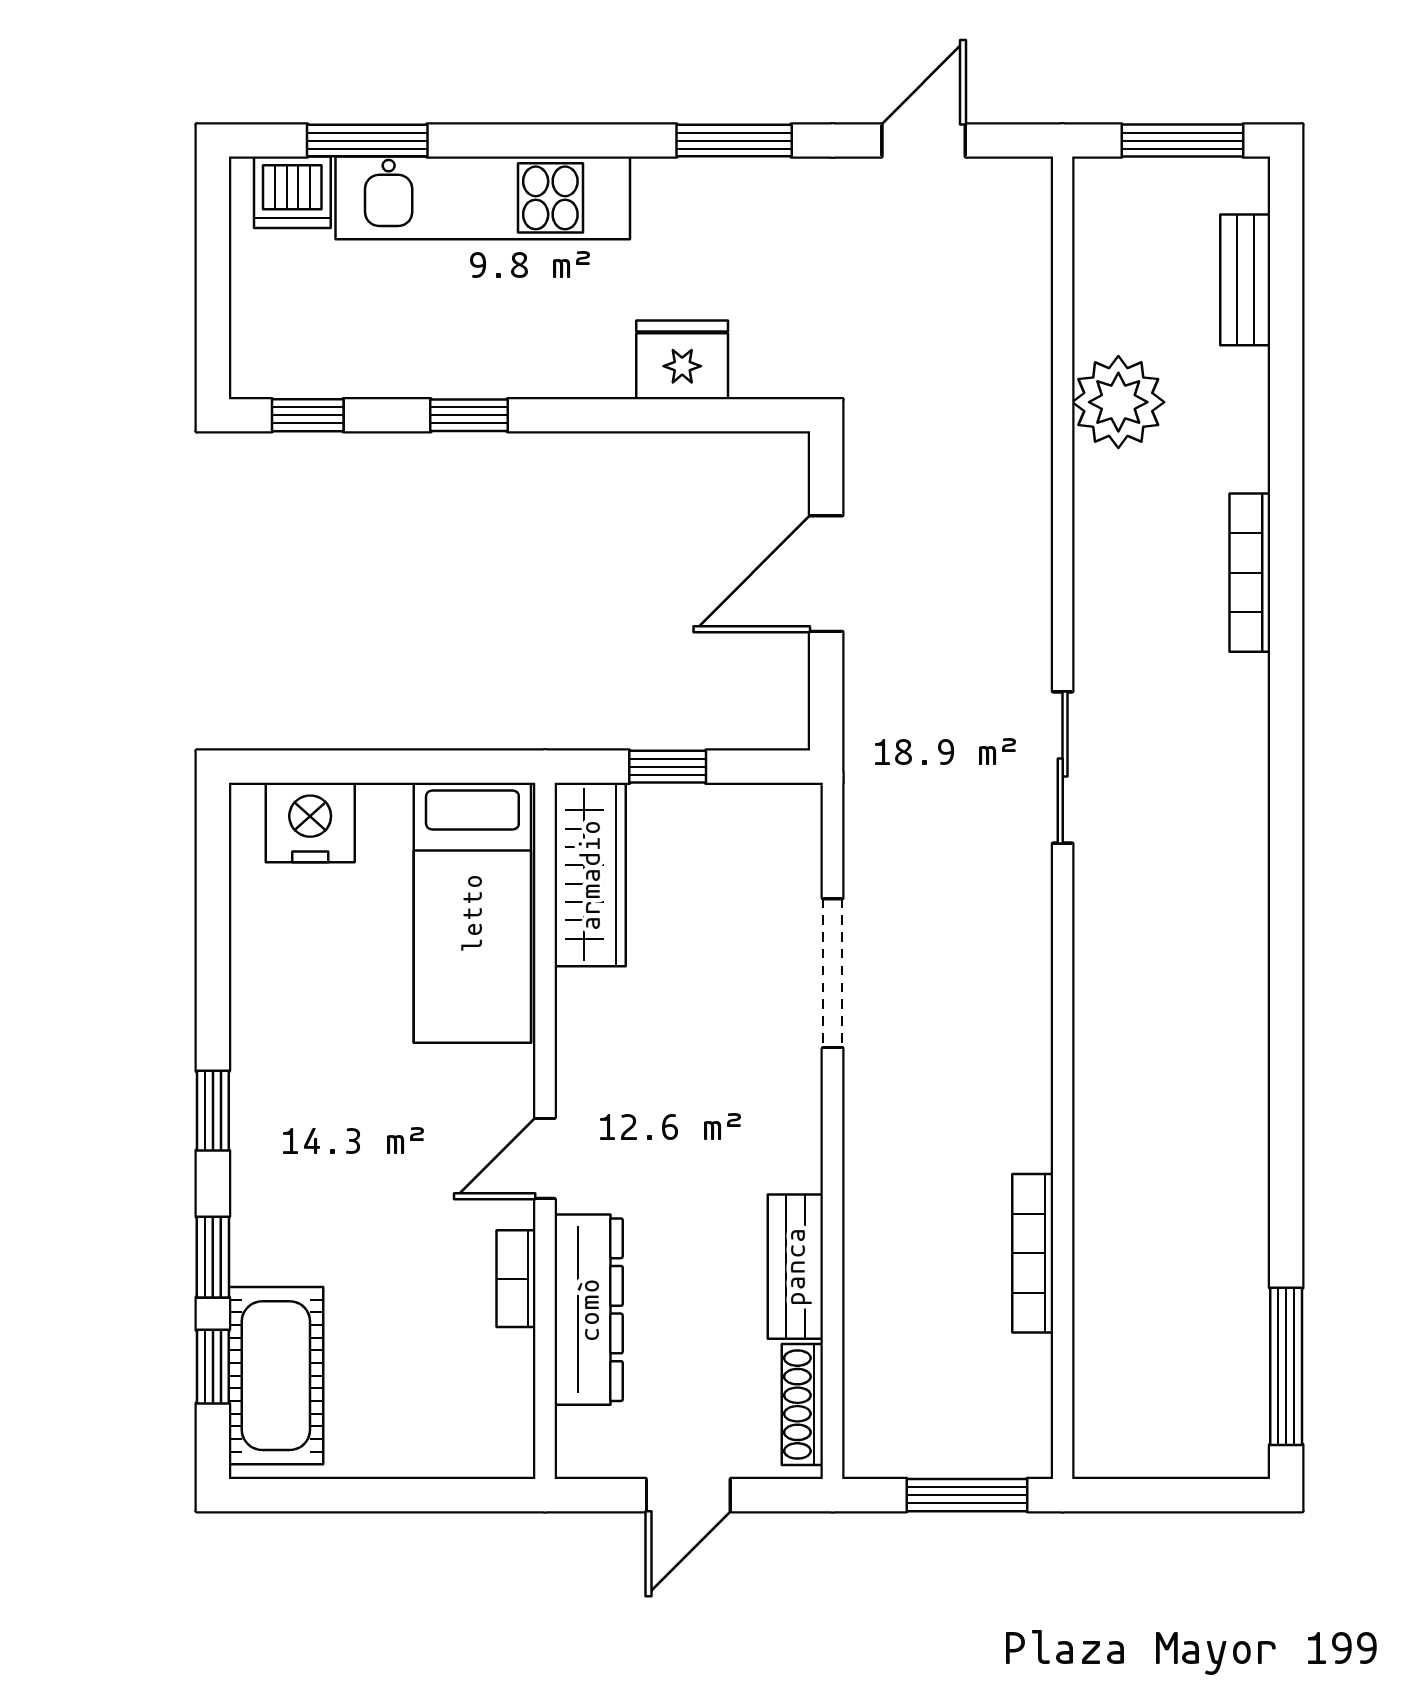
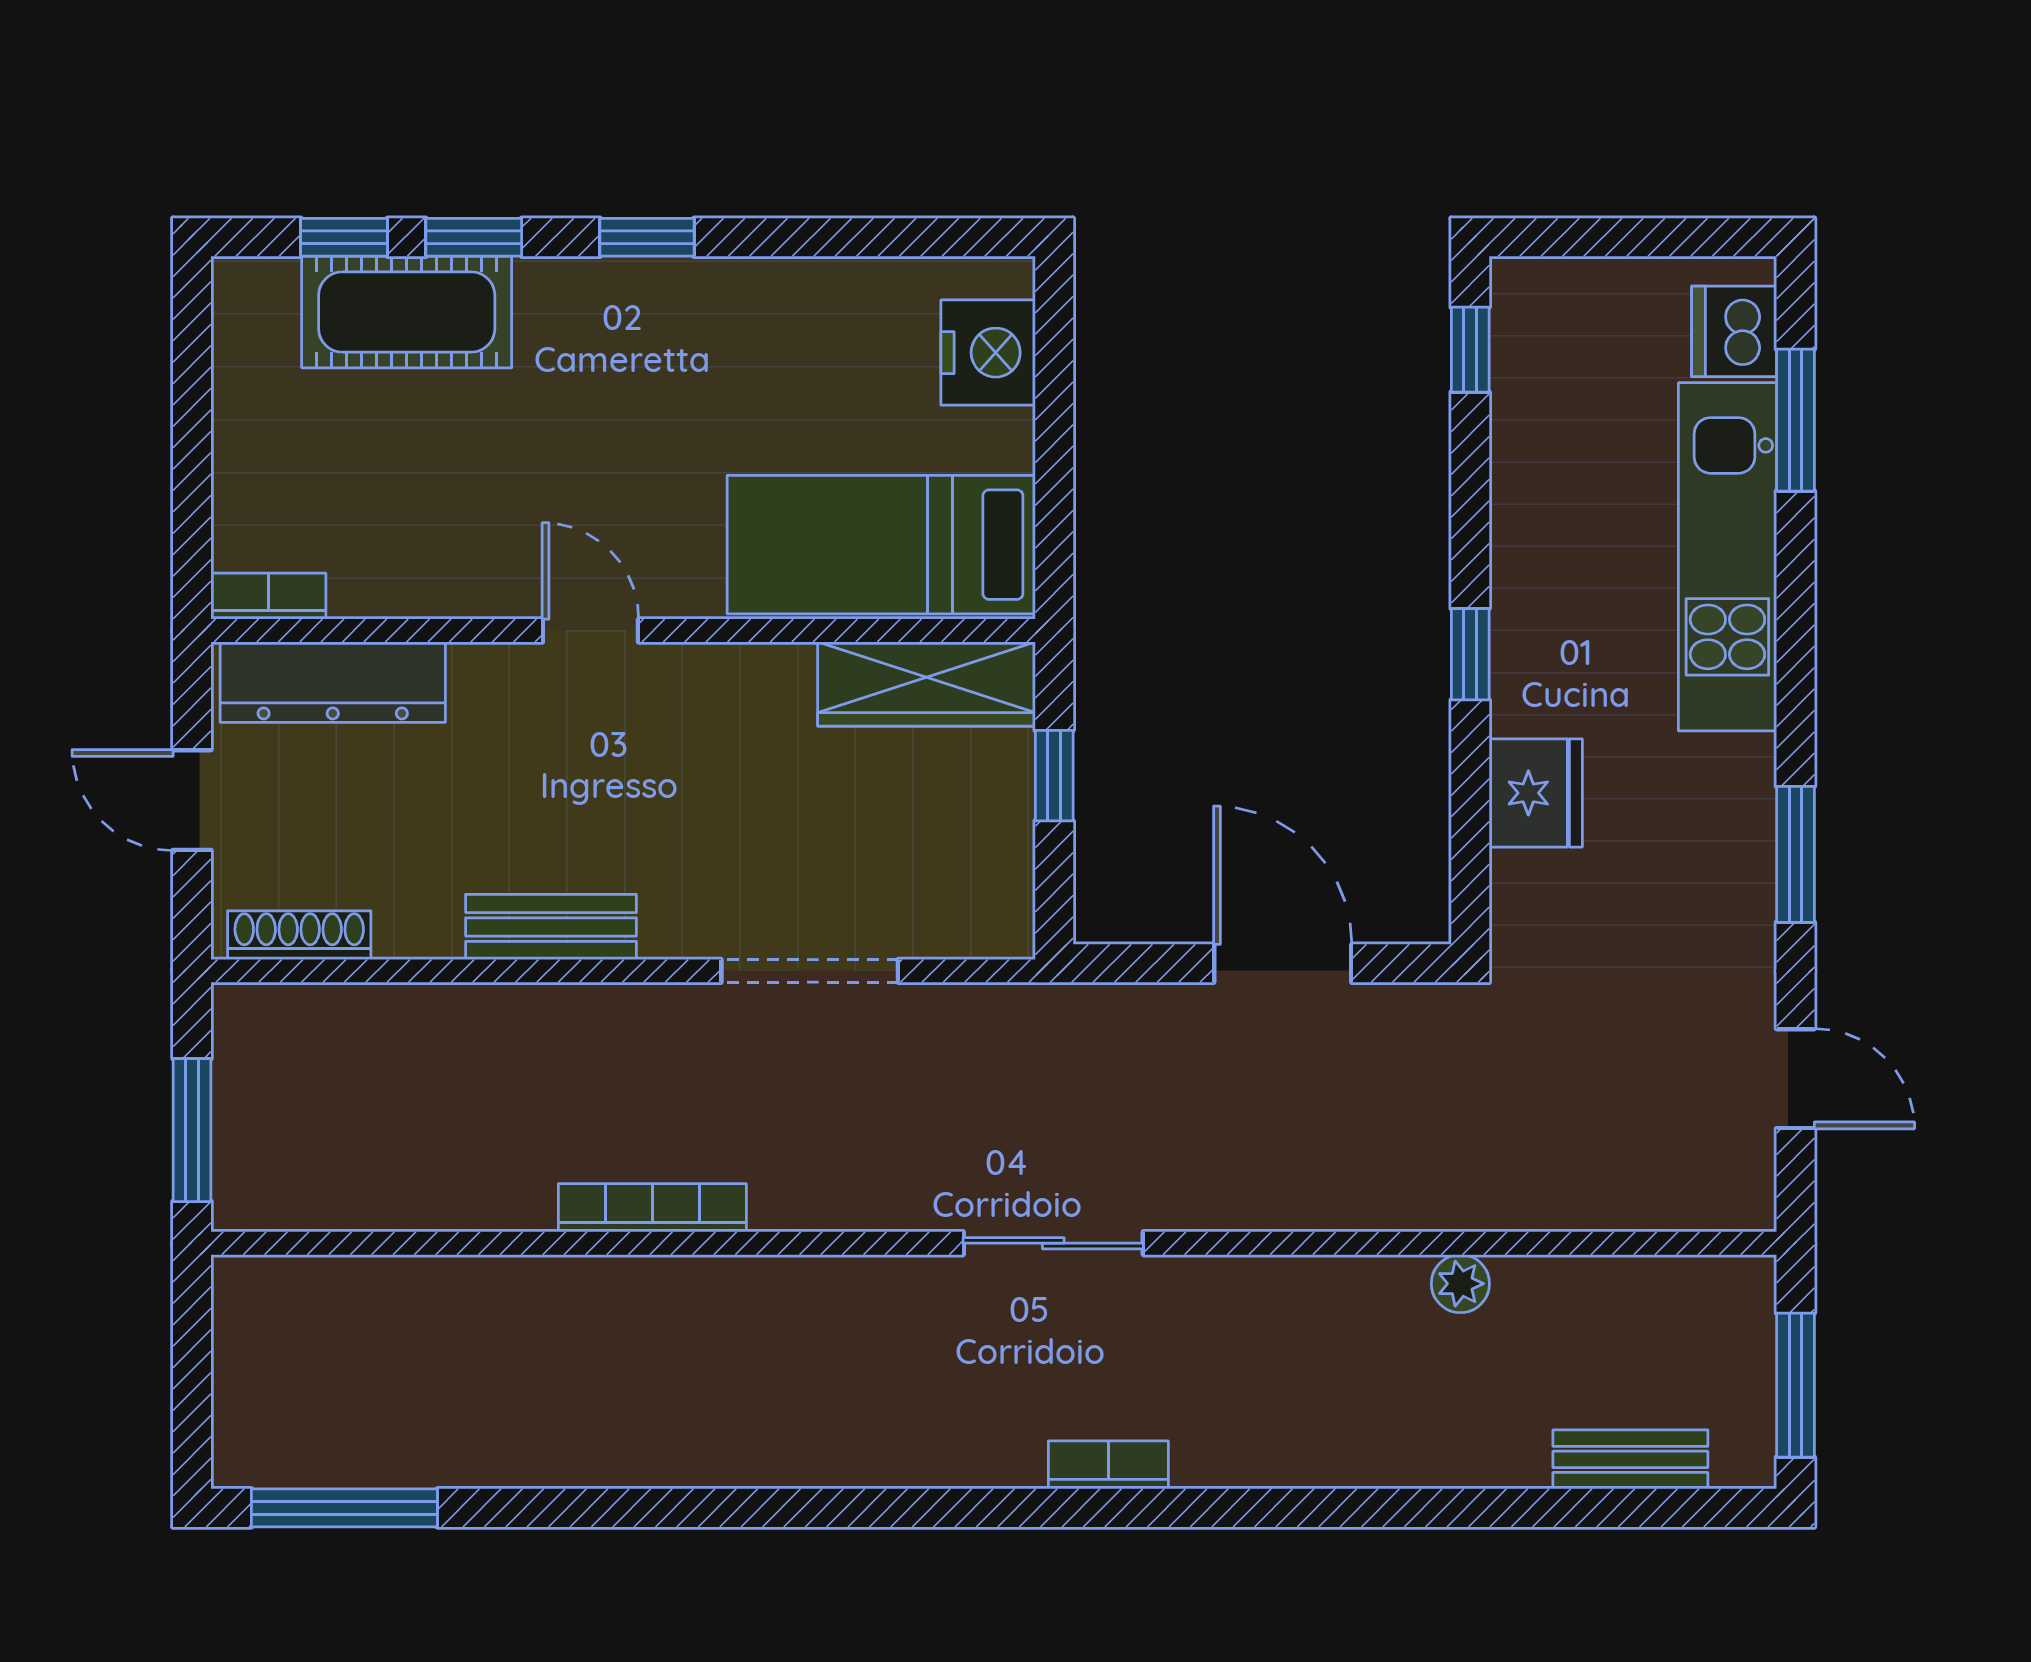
plant: (1118, 402) -> (1460, 1284), width x0.53, depth x0.53
window: (469, 415) -> (1470, 654), moved
bookcase: (1250, 573) -> (1108, 1465), moved, width x0.64
bookcase: (1033, 1253) -> (652, 1208), moved
bench: (795, 1267) -> (551, 927), moved
bookcase: (516, 1279) -> (268, 596), moved
dresser: (589, 1310) -> (333, 682), moved
cot: (276, 1376) -> (407, 312), moved

